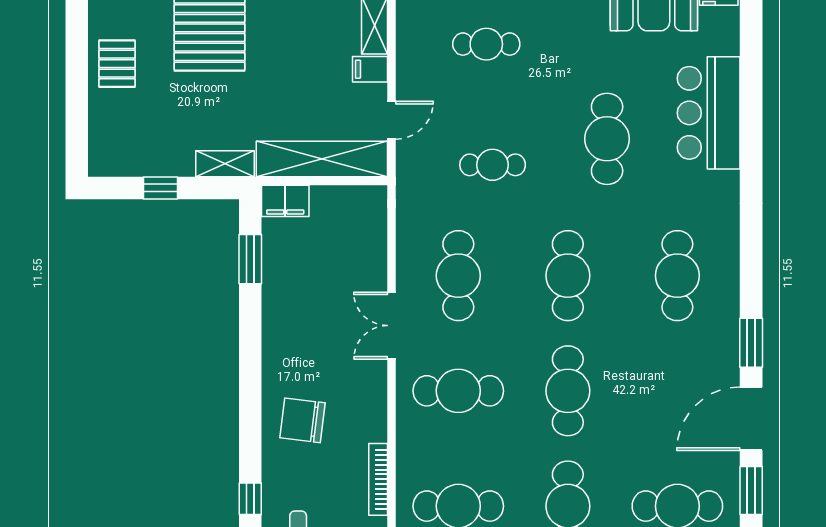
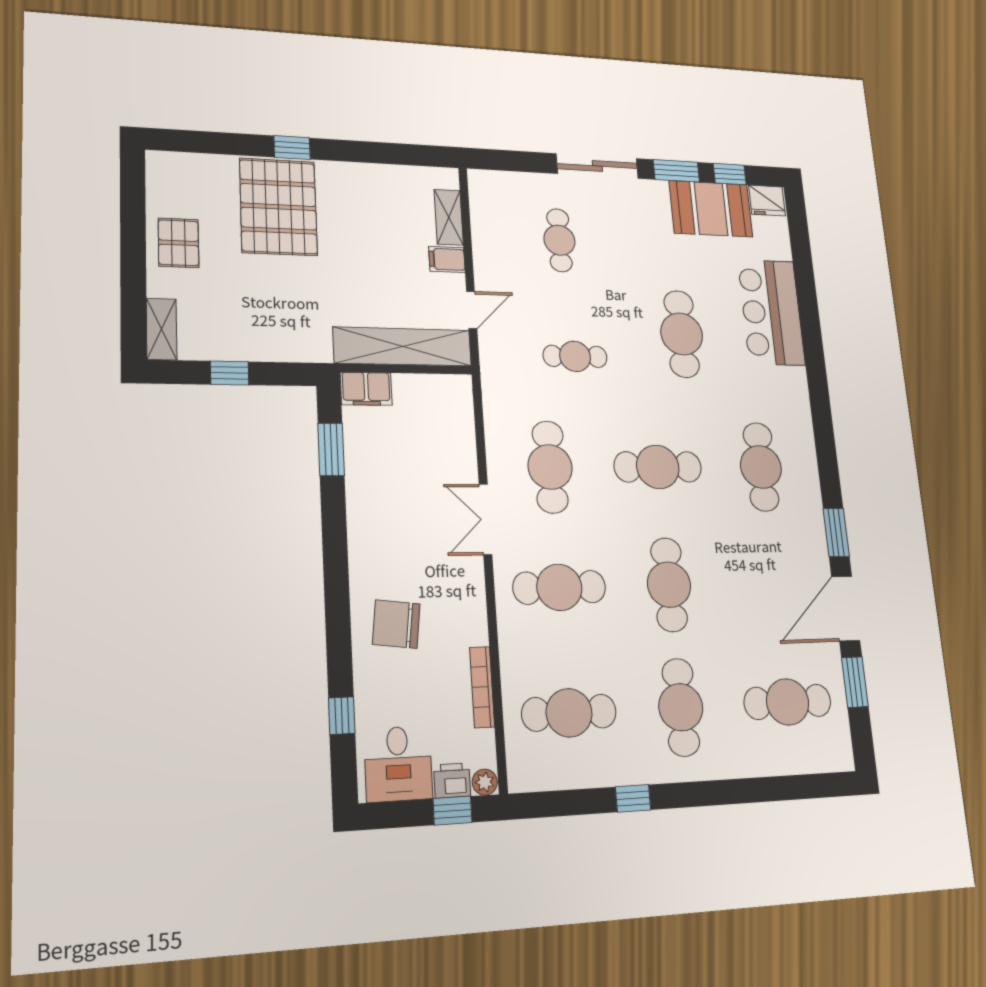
cafe table: (486, 44) -> (559, 240), turned 90
shelving: (225, 164) -> (162, 329), moved, turned 90
cafe table: (568, 276) -> (658, 467), turned 90

